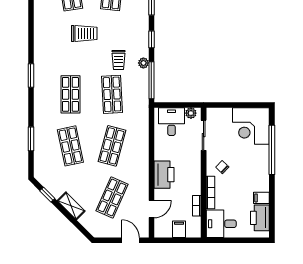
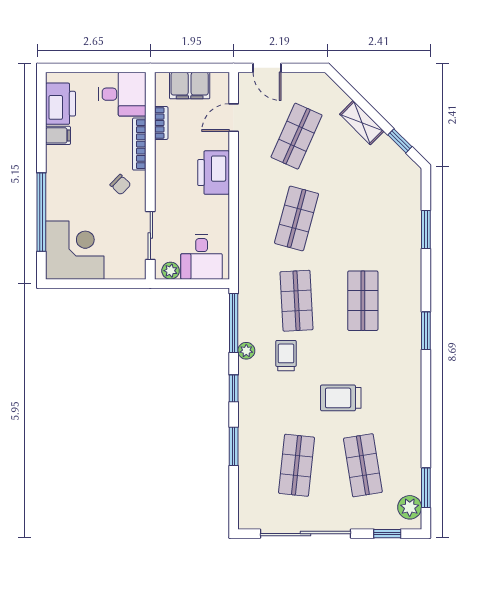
shop shelf: (70, 146) -> (363, 218), removed
filing cabinet: (179, 229) -> (190, 86), width x2.00

